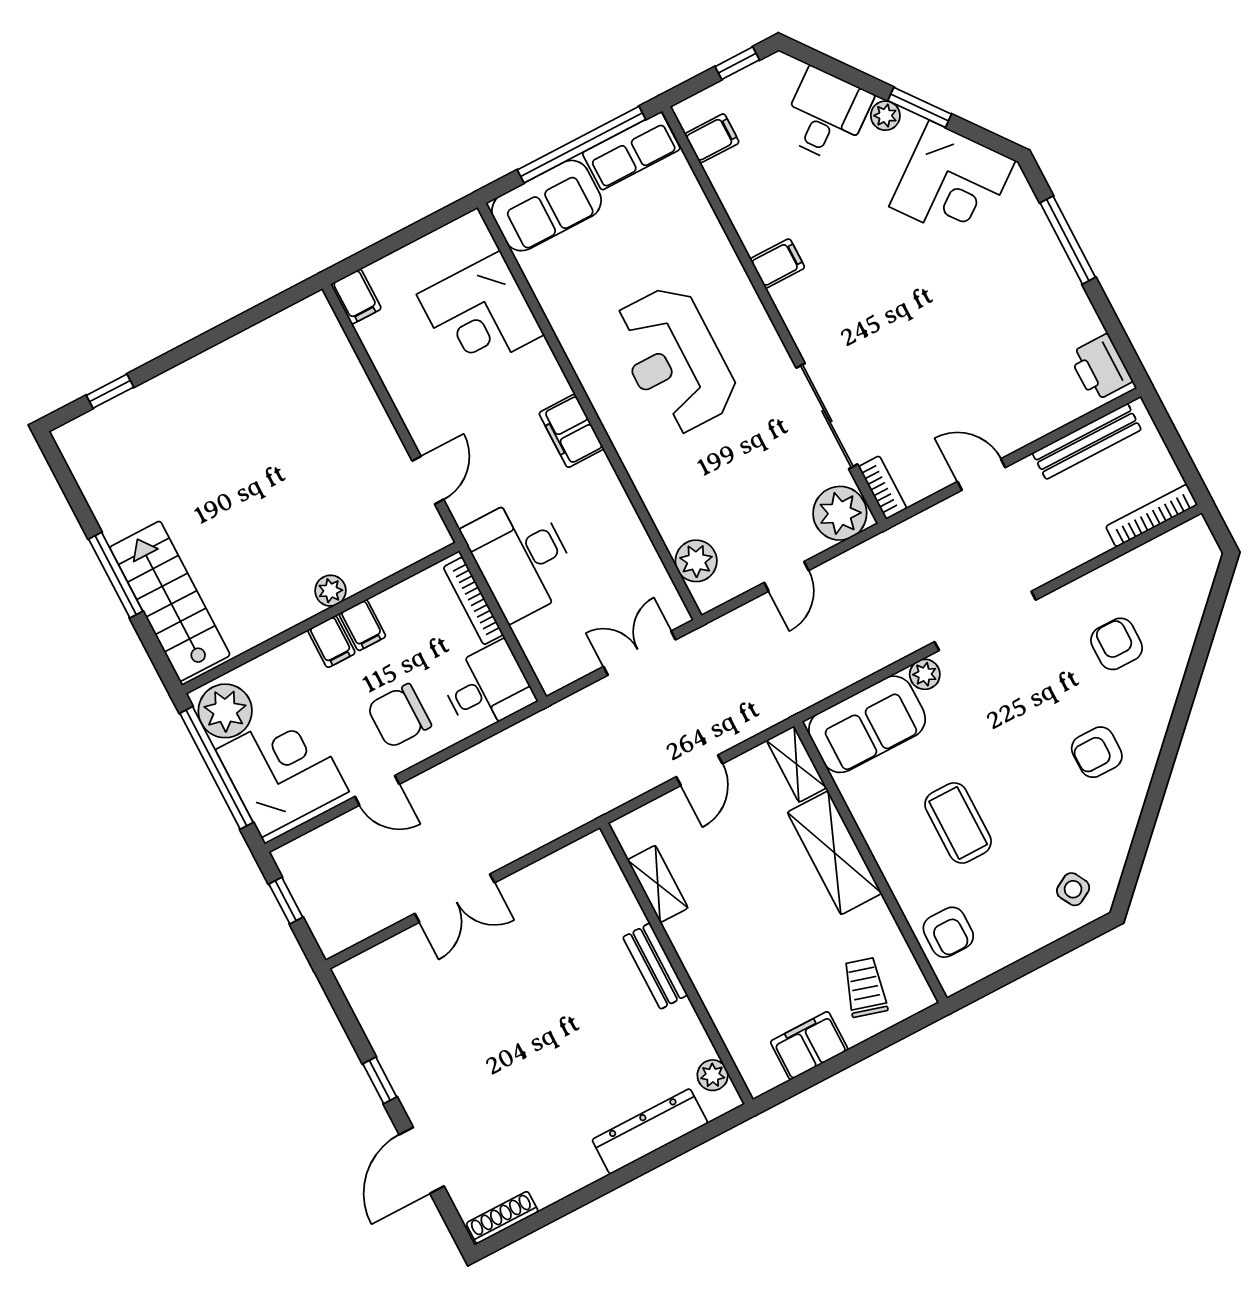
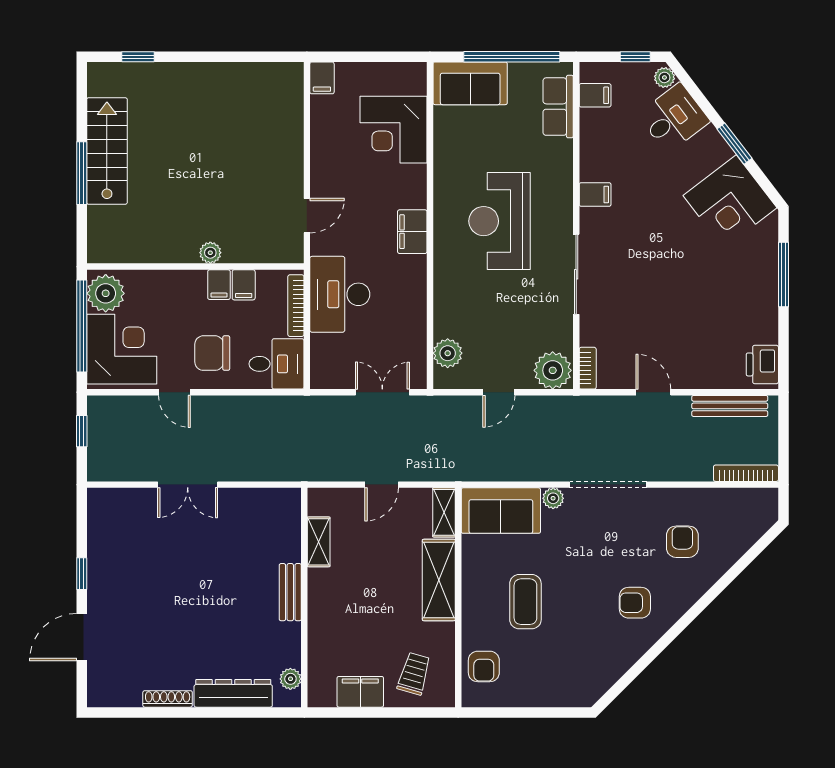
plant: (885, 116) -> (664, 77), moved
row of seats: (631, 151) -> (558, 107), moved, turned 90
sliding door: (827, 416) -> (576, 274), moved
stairs: (170, 601) -> (107, 151), moved
filing cabinet: (331, 642) -> (244, 285), moved
side table: (1073, 889) -> (575, 680), removed
shoe rack: (502, 1217) -> (168, 699), moved

